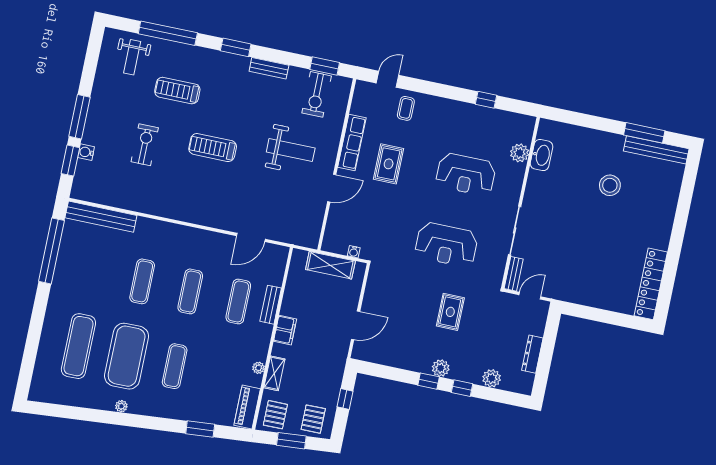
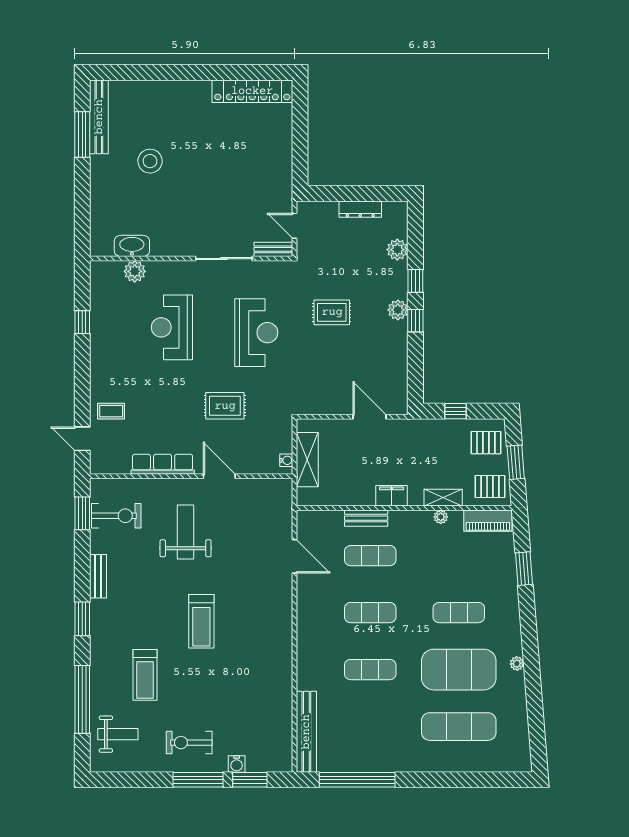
exercise bike: (145, 145) -> (189, 743), moved
rug: (389, 164) -> (225, 406), moved
reception desk: (466, 174) -> (172, 327), turned 180
water cooler: (354, 252) -> (286, 460), moved

